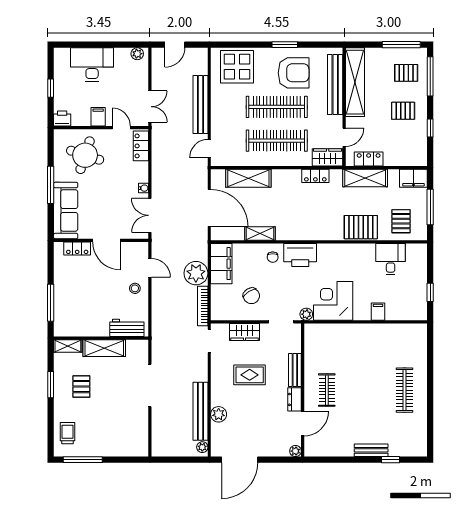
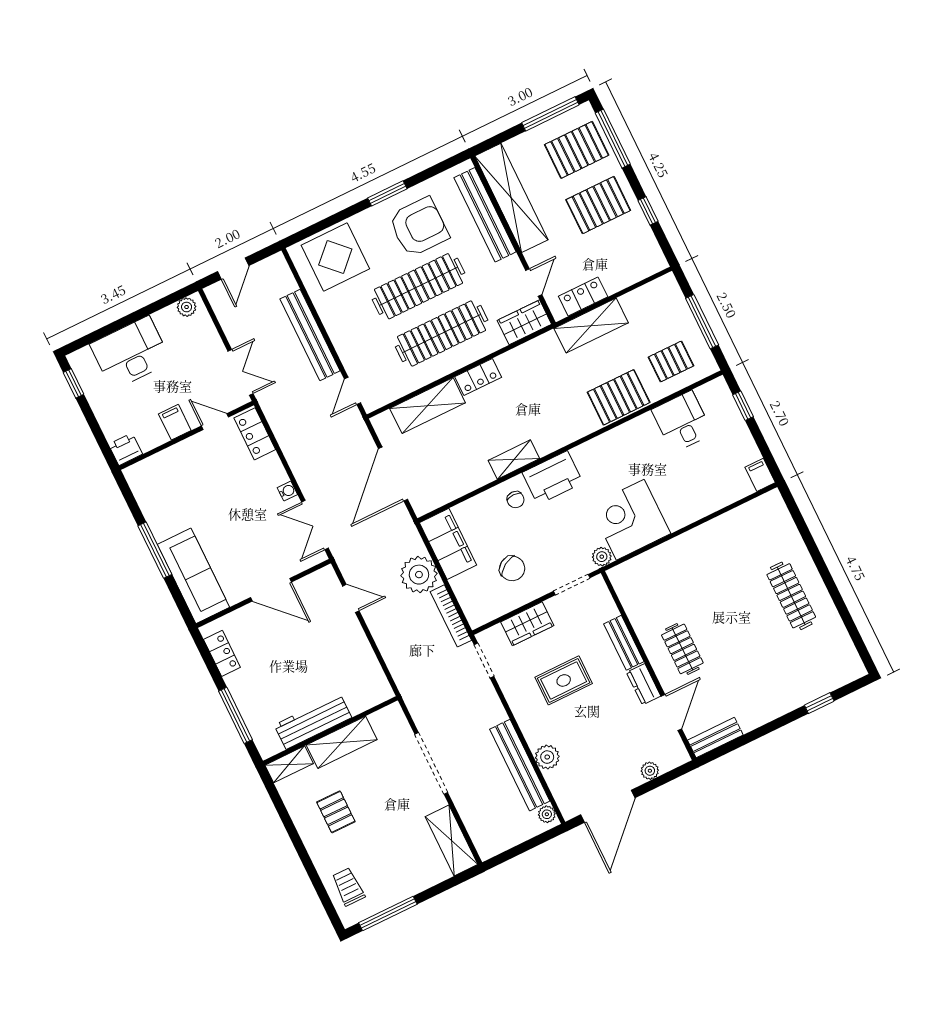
pallet: (406, 73) -> (577, 150), width x1.50, depth x1.42
window: (51, 88) -> (74, 383), moved
pallet: (403, 111) -> (598, 205), width x1.50, depth x1.42
round table: (85, 155) -> (183, 485), removed
locker: (315, 176) -> (478, 377), moved
filing cabinet: (413, 178) -> (659, 293), removed
door: (209, 208) -> (393, 474), swing flipped
pallet: (401, 221) -> (671, 361), turned 90
shelving: (260, 234) -> (514, 459), moved
locker: (77, 249) -> (222, 653), moved, turned -90
stool: (135, 288) -> (344, 638), removed
window: (430, 292) -> (743, 406), moved
filing cabinet: (378, 312) -> (760, 475), moved
workbench: (127, 328) -> (313, 721), moved, width x1.38
window: (51, 385) -> (292, 830), removed
shelving: (140, 436) -> (452, 840), added
bench: (371, 450) -> (715, 738), moved
plant: (295, 451) -> (650, 771), moved

